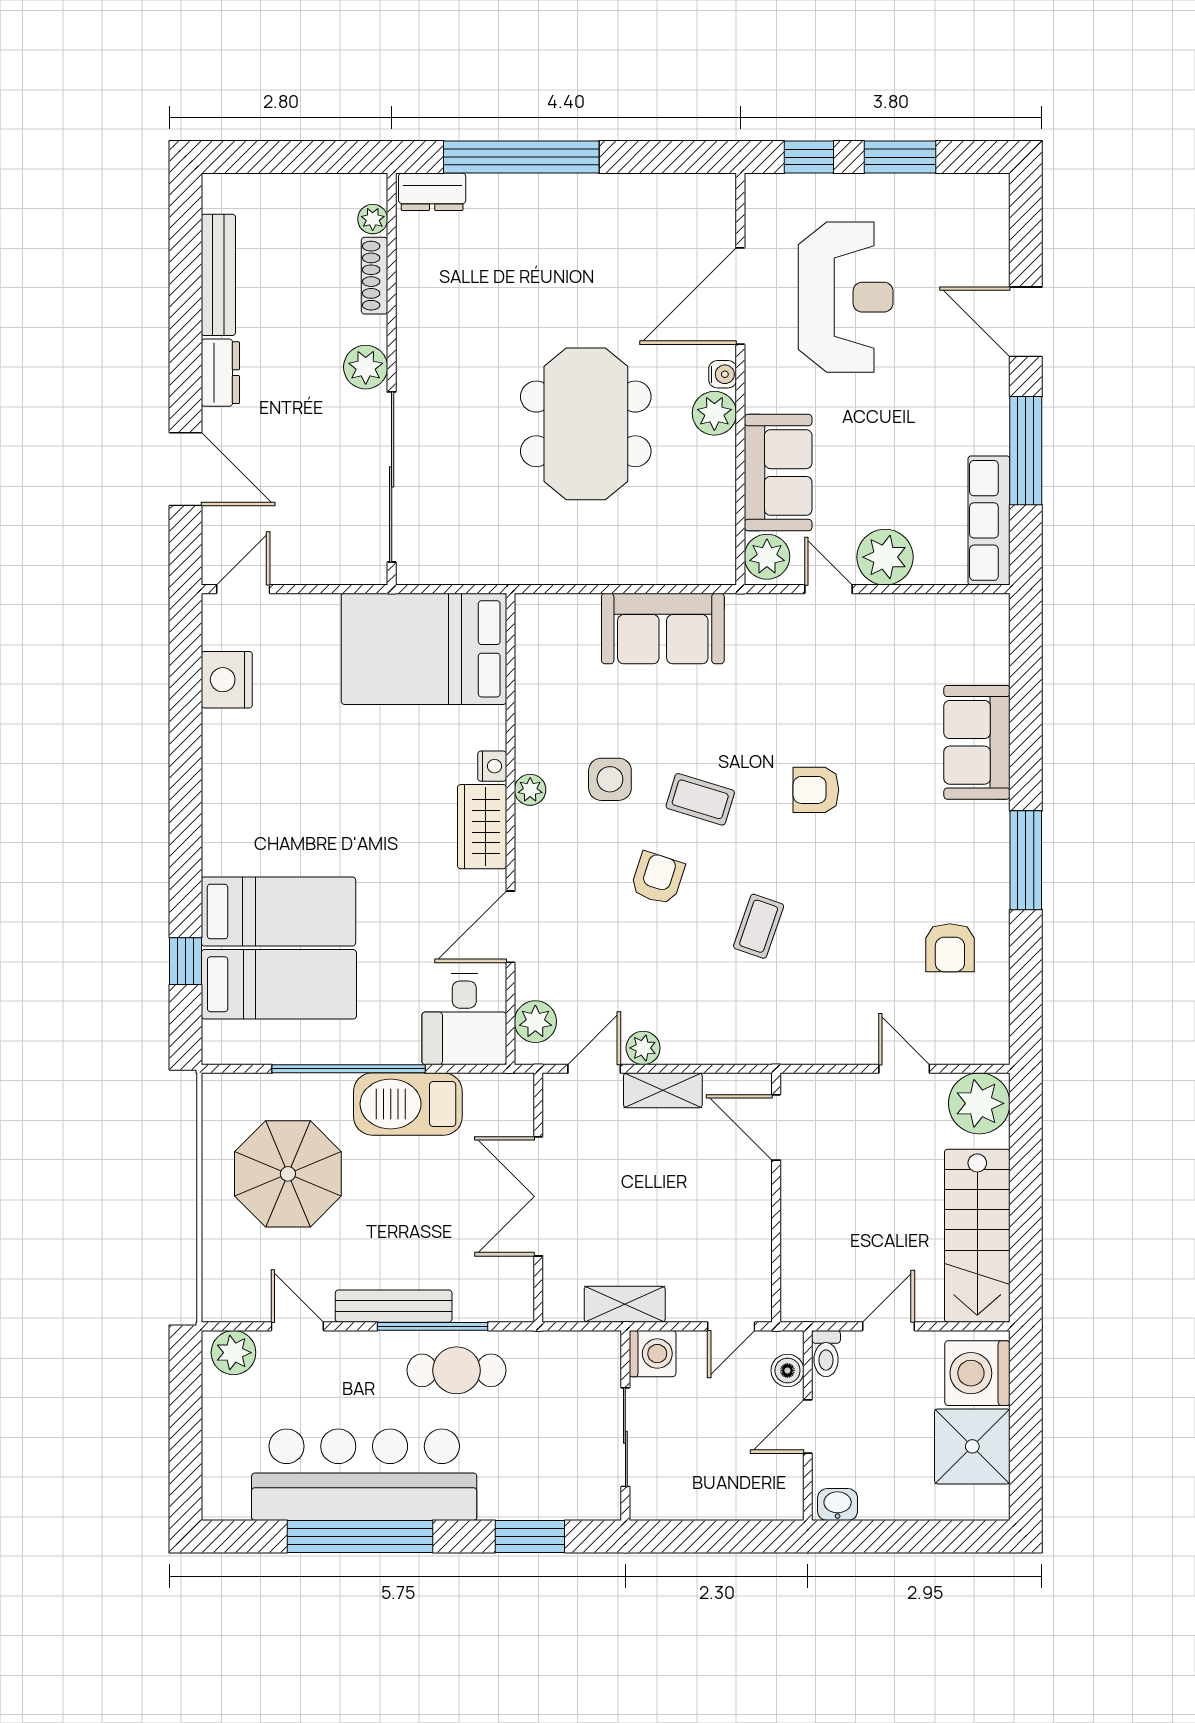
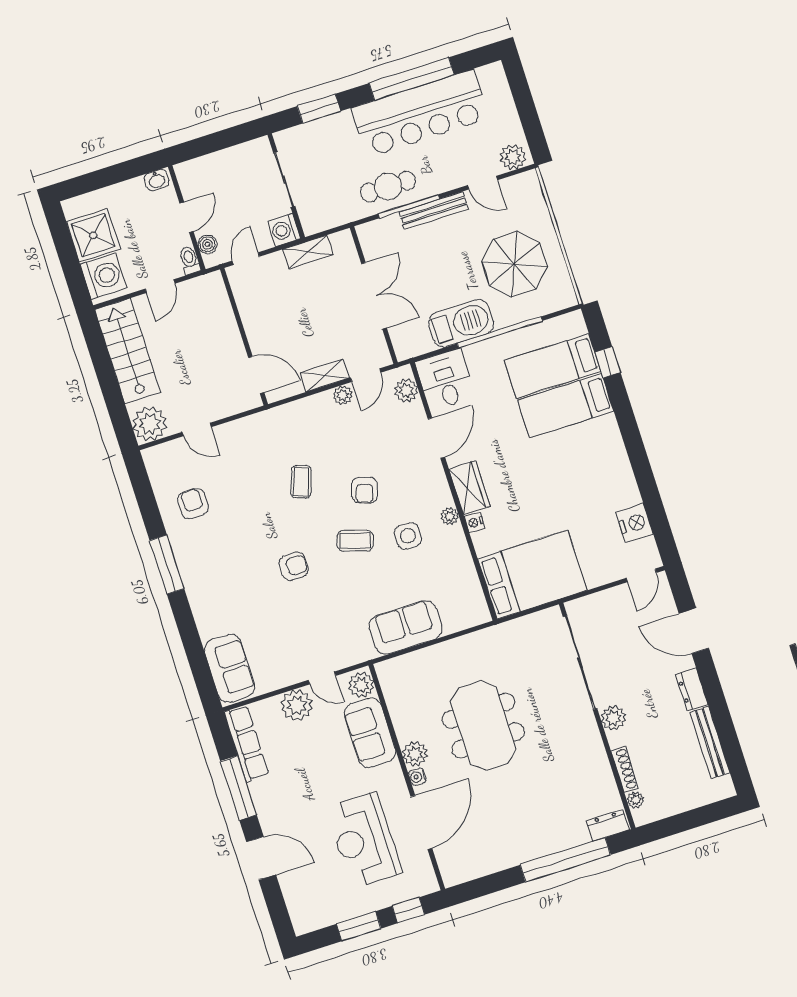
sofa: (977, 742) -> (230, 668), moved

